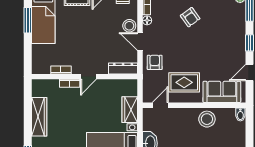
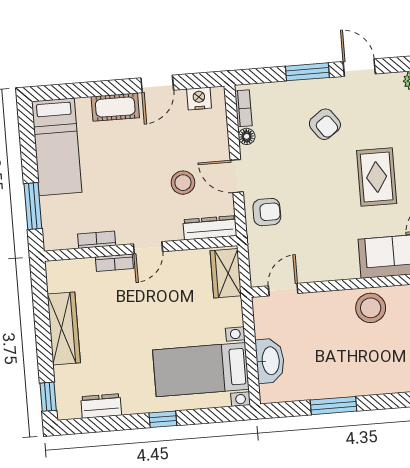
window: (28, 20) -> (33, 206), moved
stool: (129, 26) -> (183, 183), moved
armchair: (155, 62) -> (267, 212), turned 90
rug: (184, 82) -> (377, 177), moved, turned 90
wardrobe: (130, 110) -> (226, 273), moved

